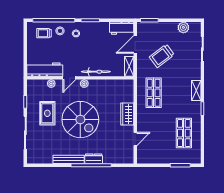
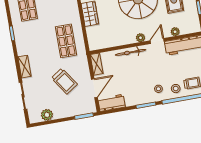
trolley: (162, 56) -> (64, 81), turned 93
shelving: (196, 91) -> (25, 67), moved

